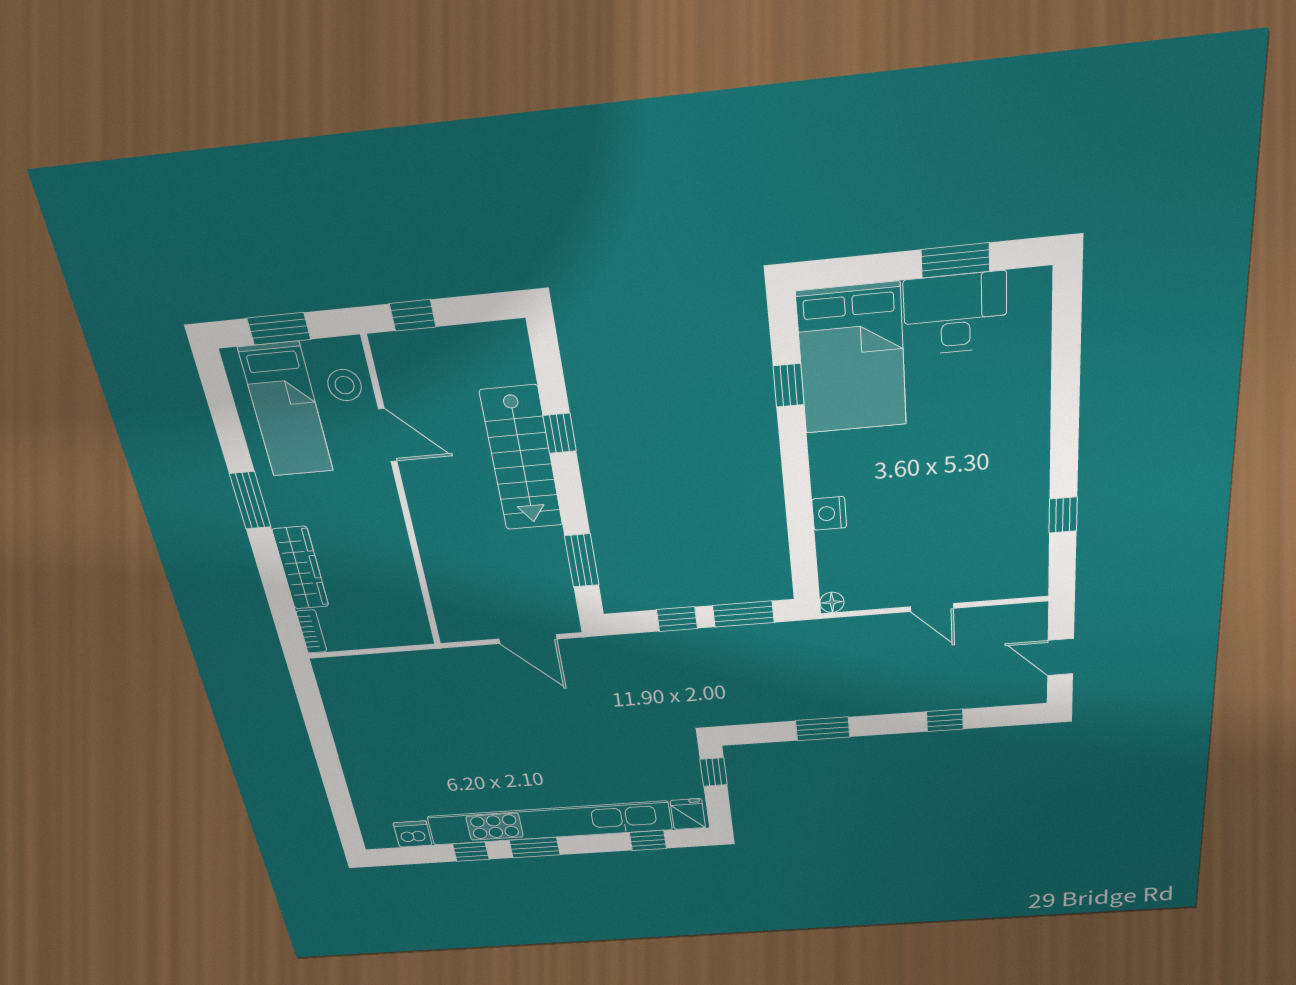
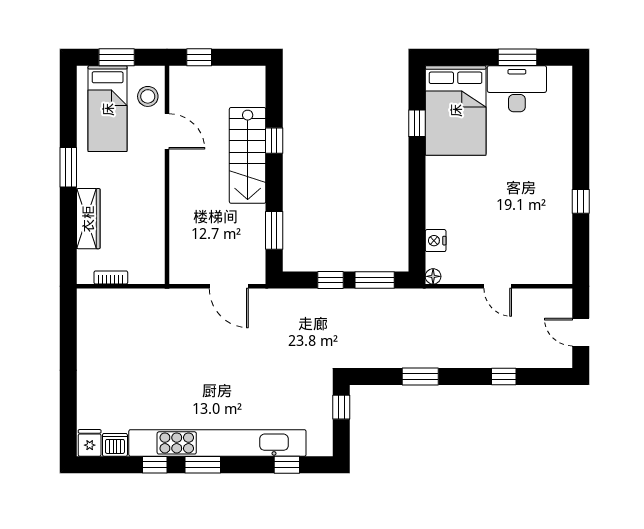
nightstand: (829, 513) -> (436, 241), moved
window: (1063, 515) -> (581, 201), moved
bookcase: (311, 631) -> (111, 277), moved, turned -90
fridge: (688, 814) -> (90, 443), moved

